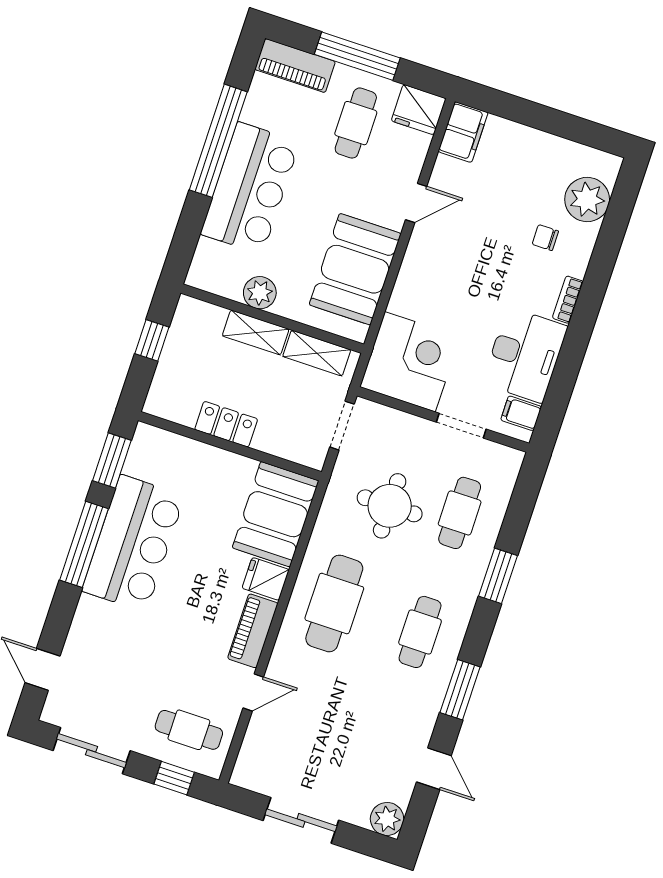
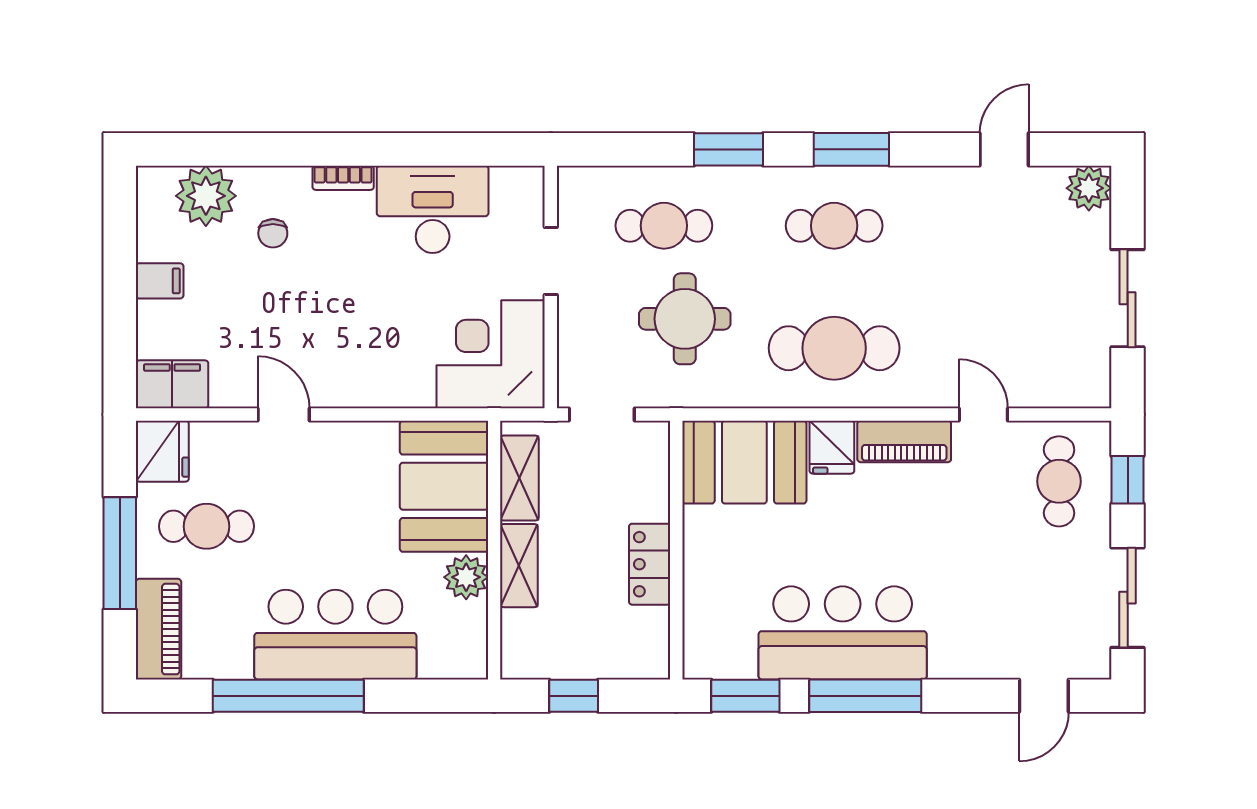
booth: (355, 269) -> (444, 486), moved, turned 90
filing cabinet: (521, 413) -> (160, 281), moved, turned -90
window: (460, 690) -> (851, 149), moved

